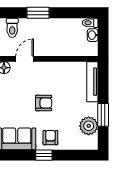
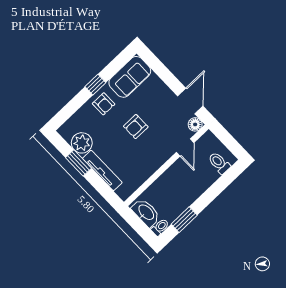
window: (38, 13) -> (184, 220), moved
washbasin: (93, 35) -> (146, 213), width x1.91, depth x1.45
tv unit: (92, 82) -> (102, 170), moved

